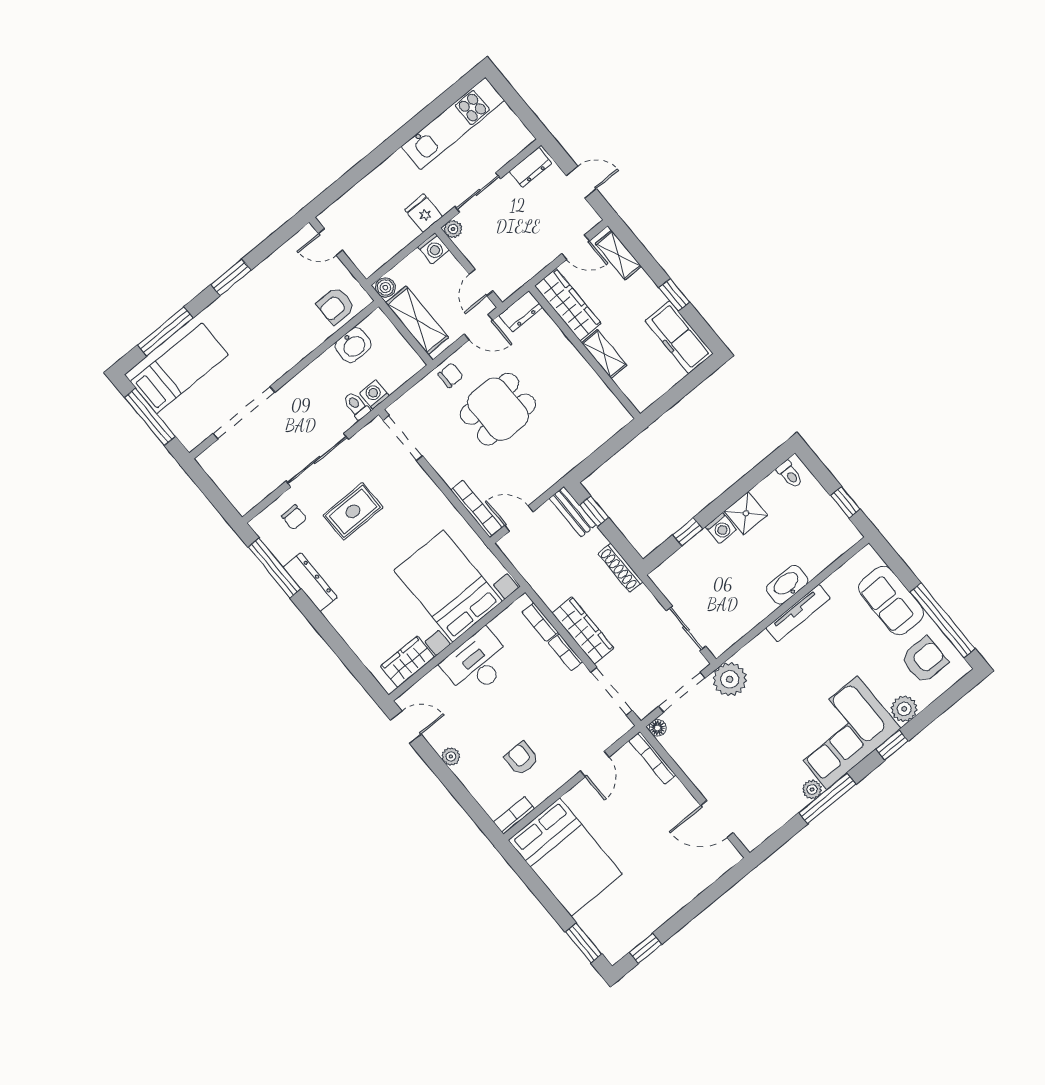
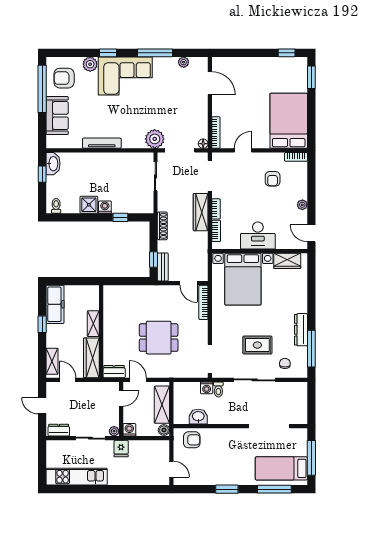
chair: (451, 375) -> (167, 369), removed
washbasin: (787, 585) -> (53, 164), moved, turned -90
plant: (812, 790) -> (184, 62), moved

